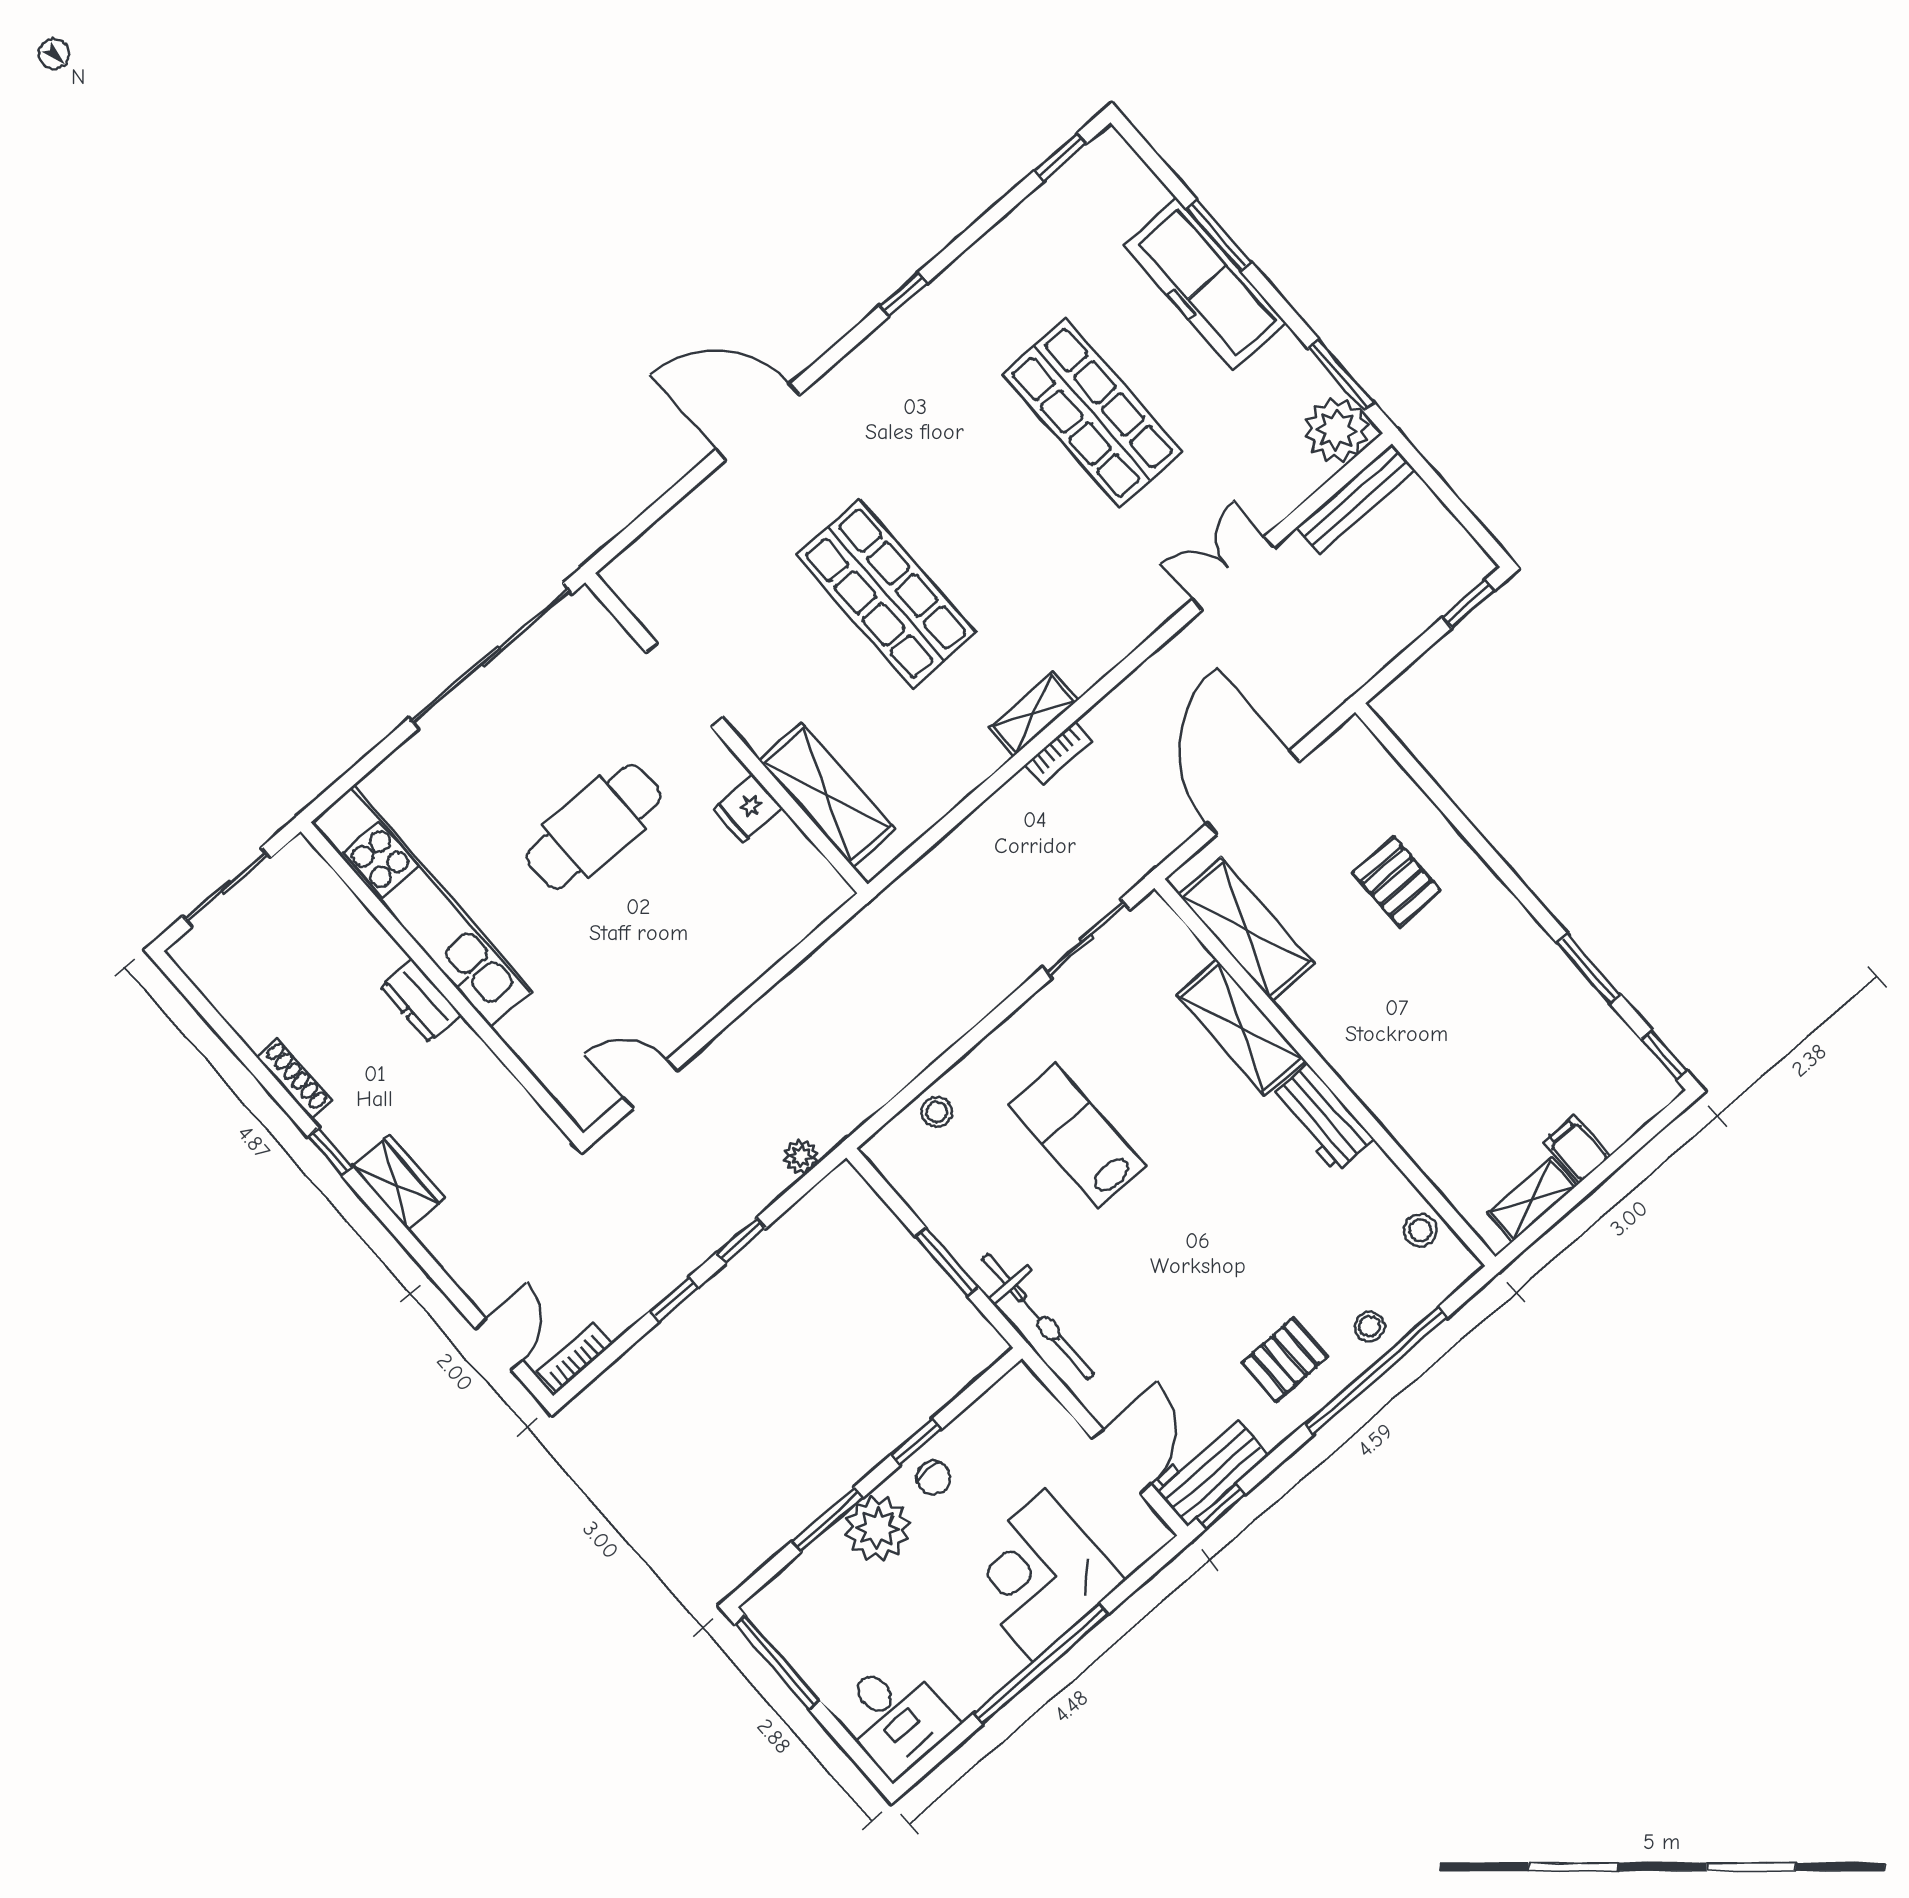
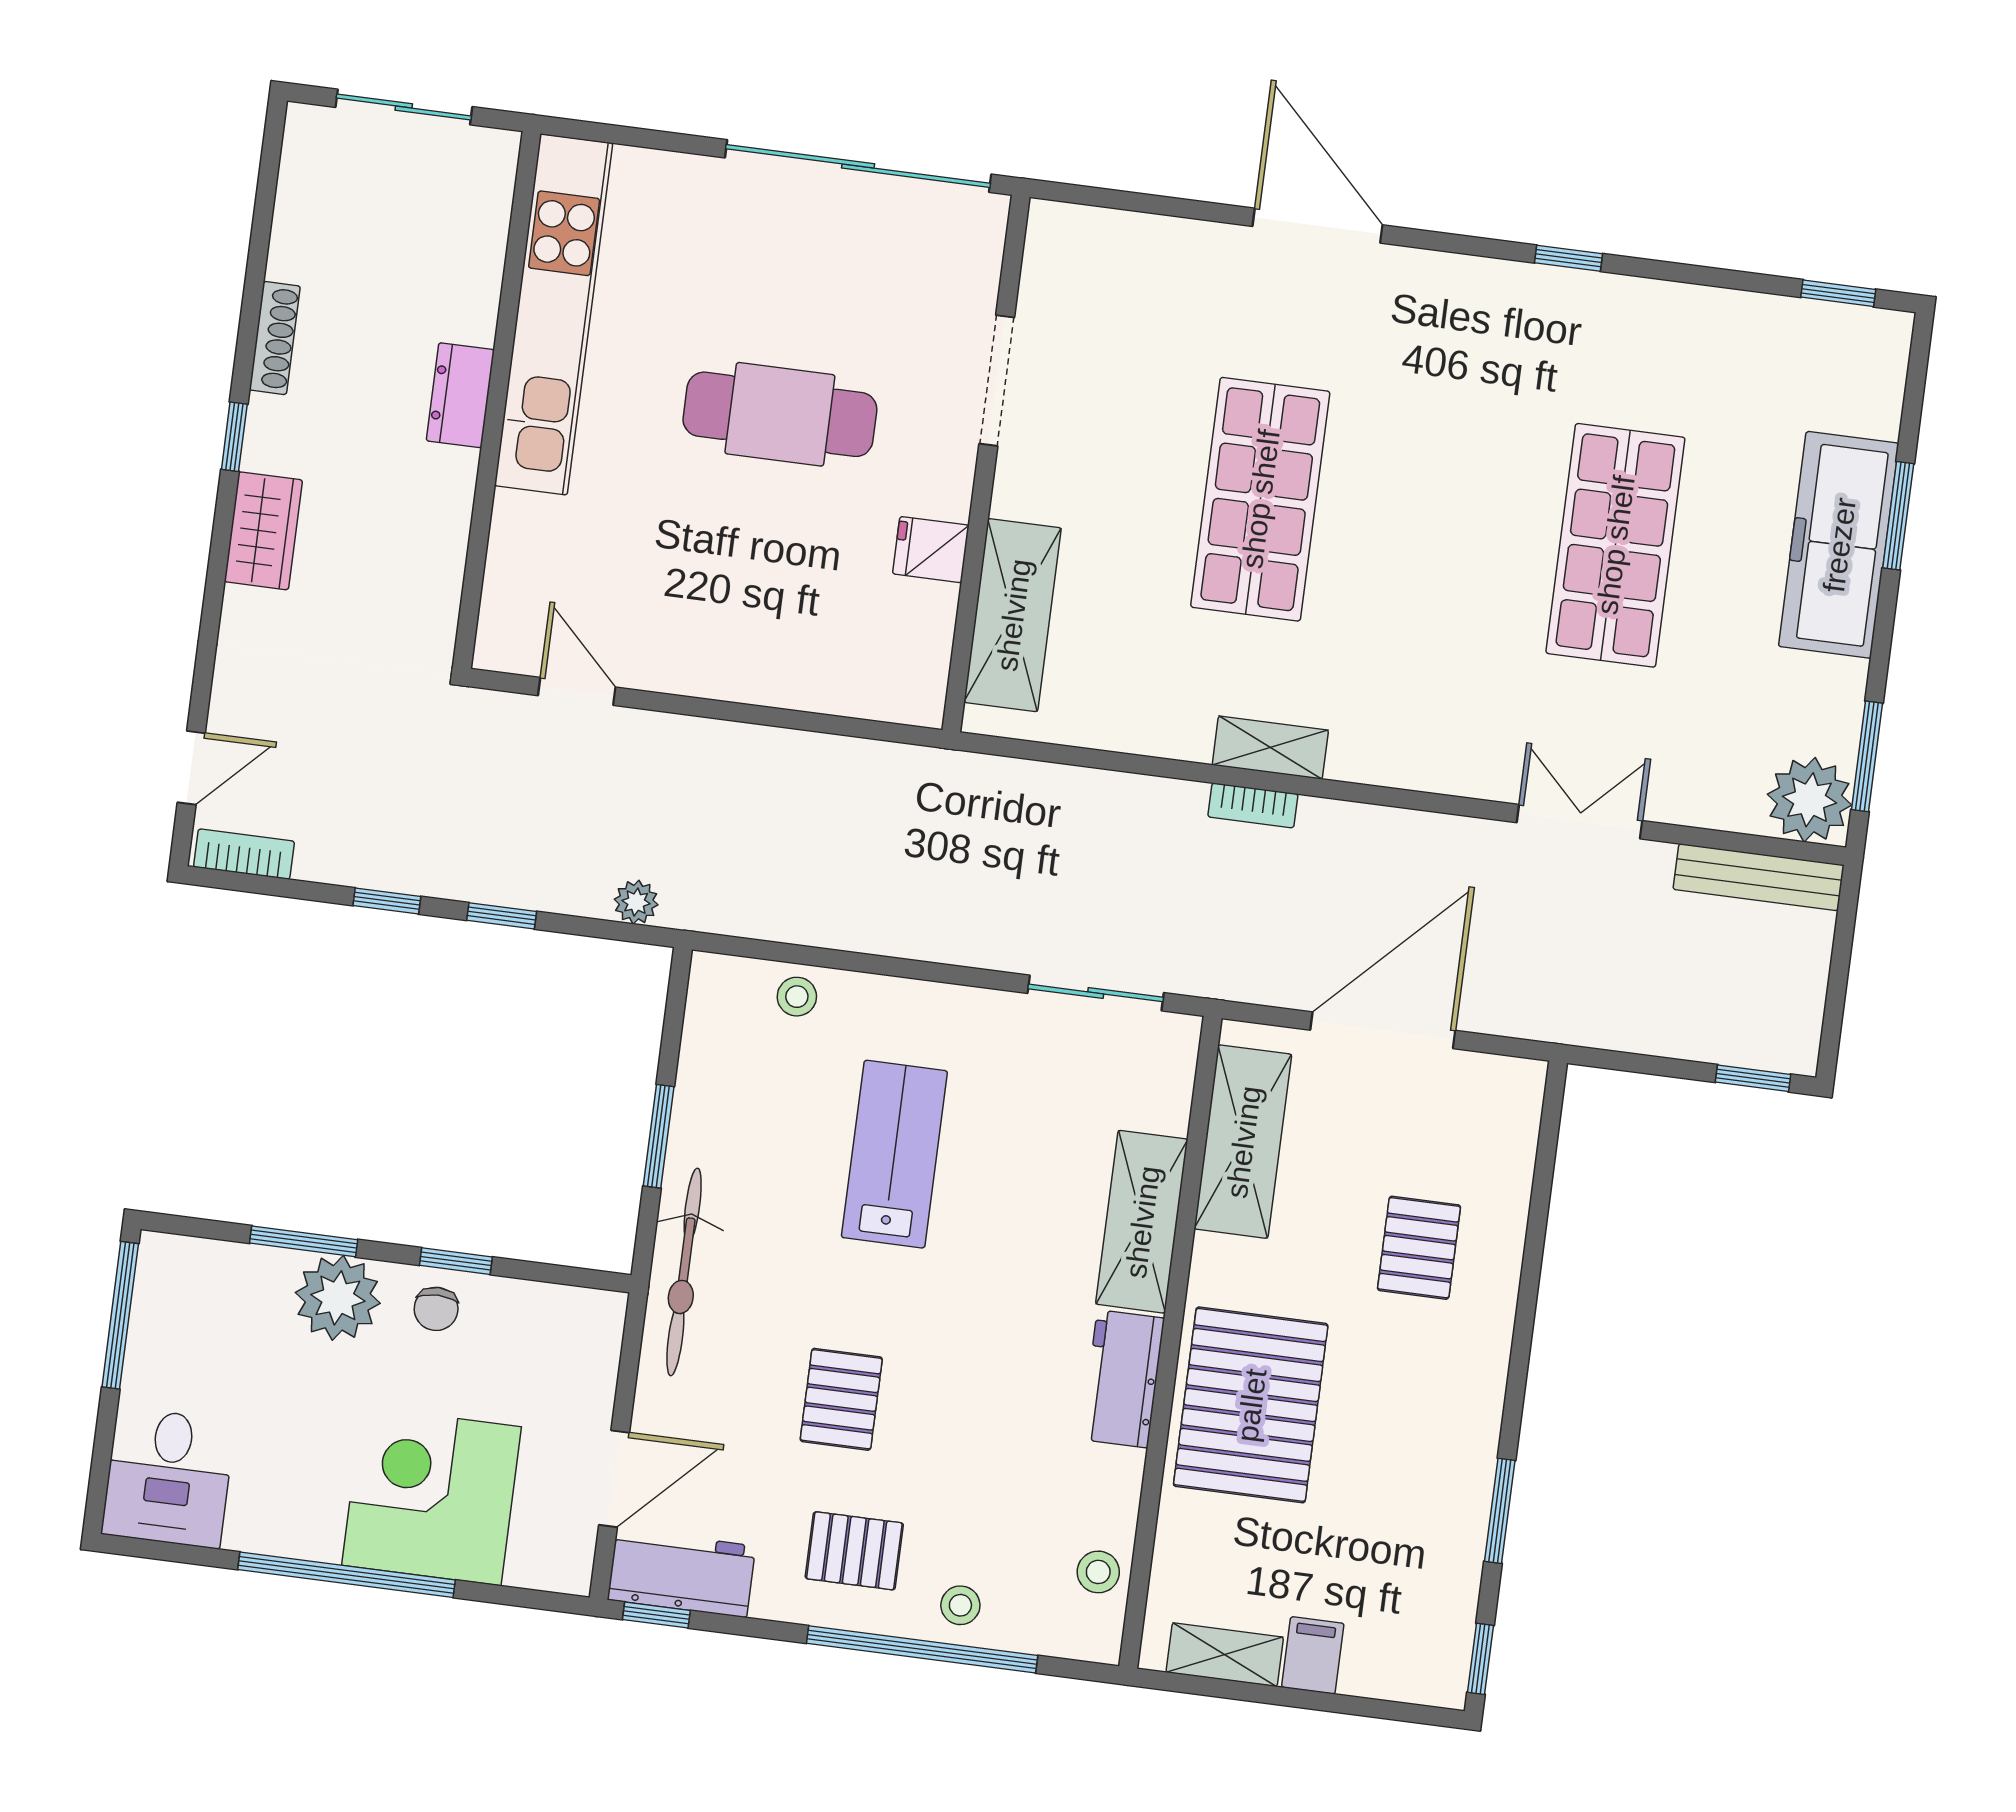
pallet: (1402, 1058) -> (1251, 1405), added
pallet: (1191, 1291) -> (841, 1399), added

